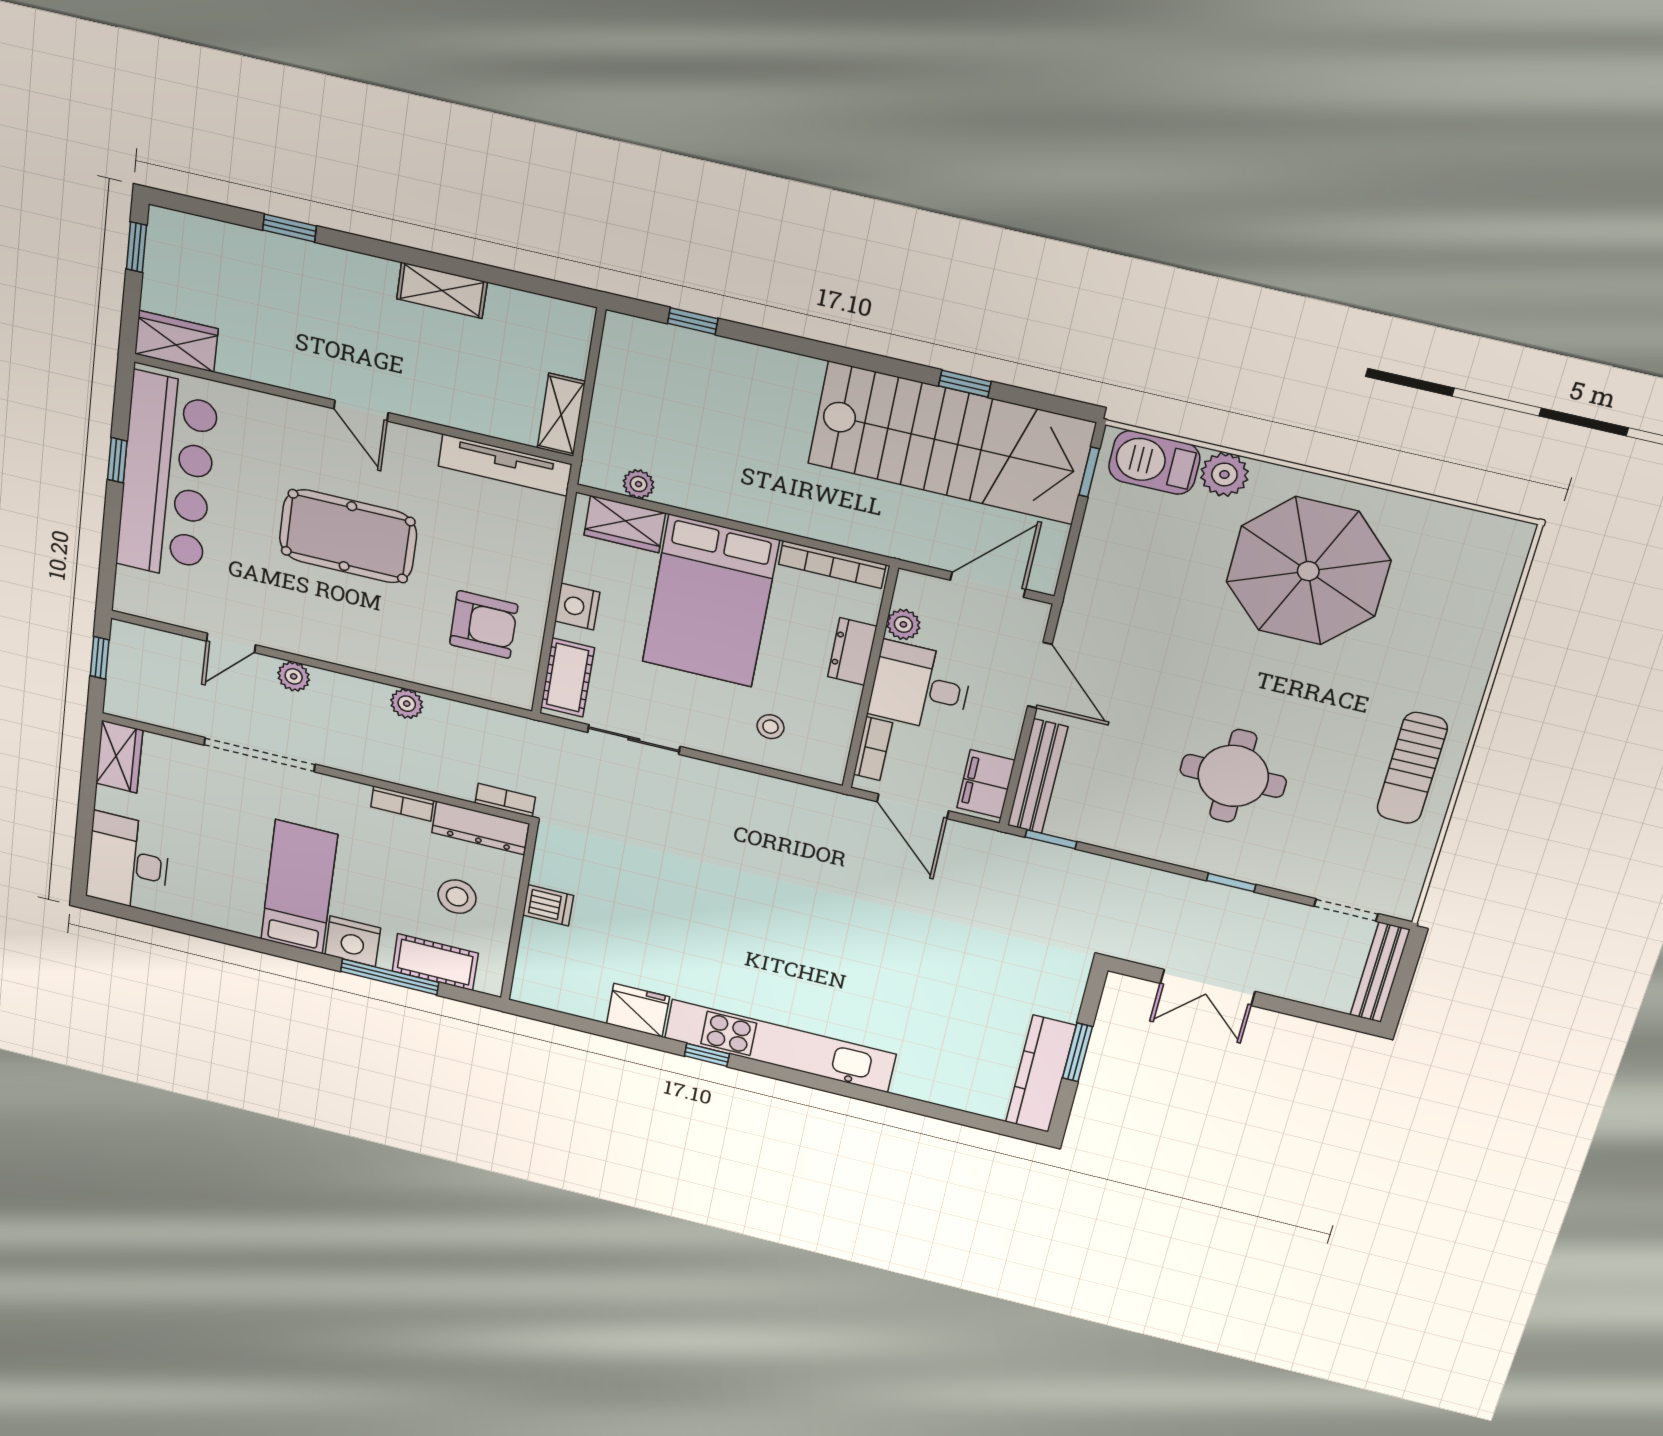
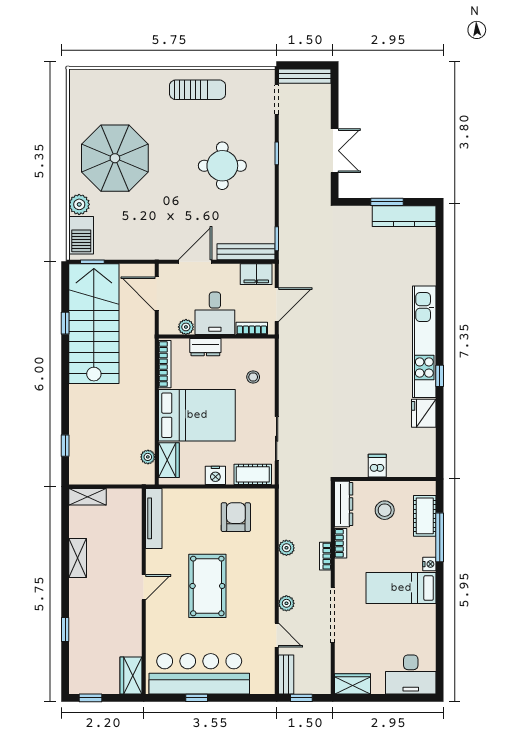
shelving: (561, 415) -> (87, 497), moved
bench: (149, 641) -> (286, 675), added
bookcase: (505, 800) -> (325, 556), moved
nightstand: (353, 941) -> (429, 564), width x0.53, depth x0.56

